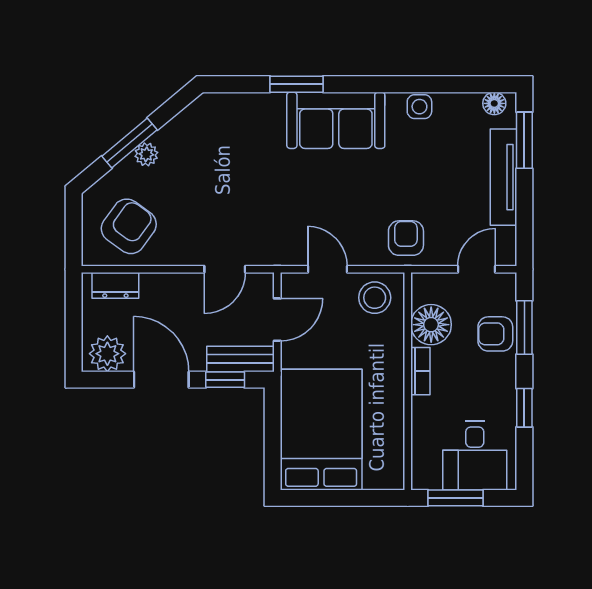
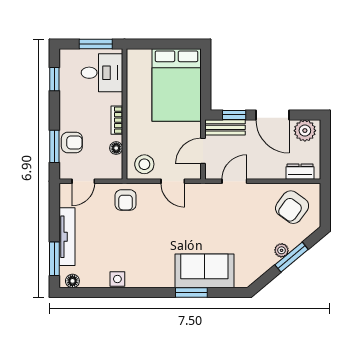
sofa: (336, 120) -> (204, 271), moved
floor lamp: (431, 325) -> (116, 148), width x0.53, depth x0.53
window: (524, 408) -> (54, 79), moved
desk: (475, 456) -> (102, 73), moved, turned 90

